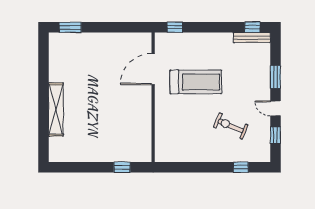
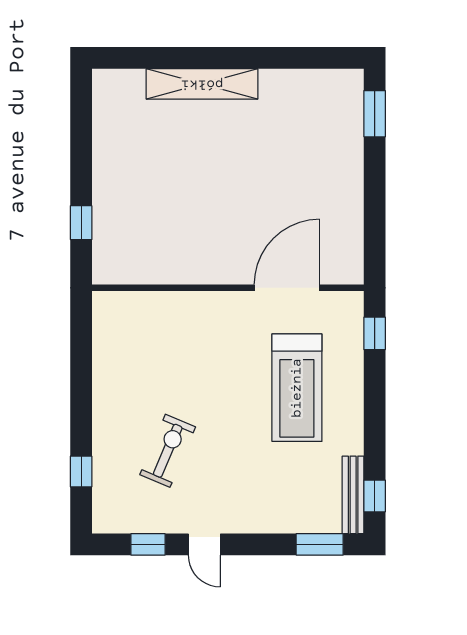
door: (153, 69) -> (287, 288), hinge flipped
window: (275, 77) -> (320, 544), moved
treadmill: (196, 82) -> (297, 388), moved
door: (275, 108) -> (204, 544), swing flipped

